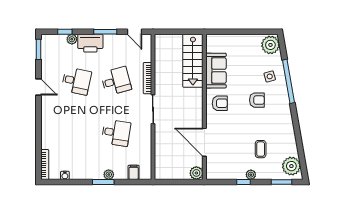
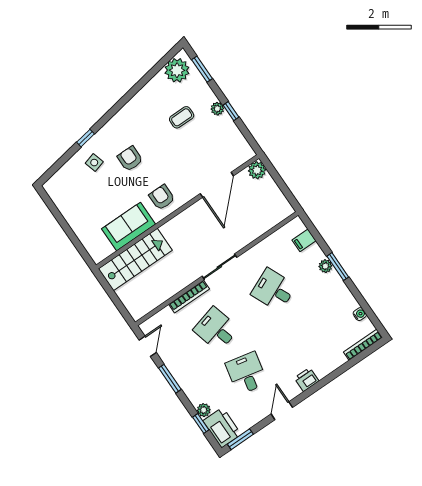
printer: (90, 43) -> (222, 428), moved
plant: (270, 45) -> (59, 186), removed
window: (288, 81) -> (85, 138), width x0.32
printer: (47, 115) -> (307, 379), added
desk: (116, 133) -> (274, 290), turned -33

